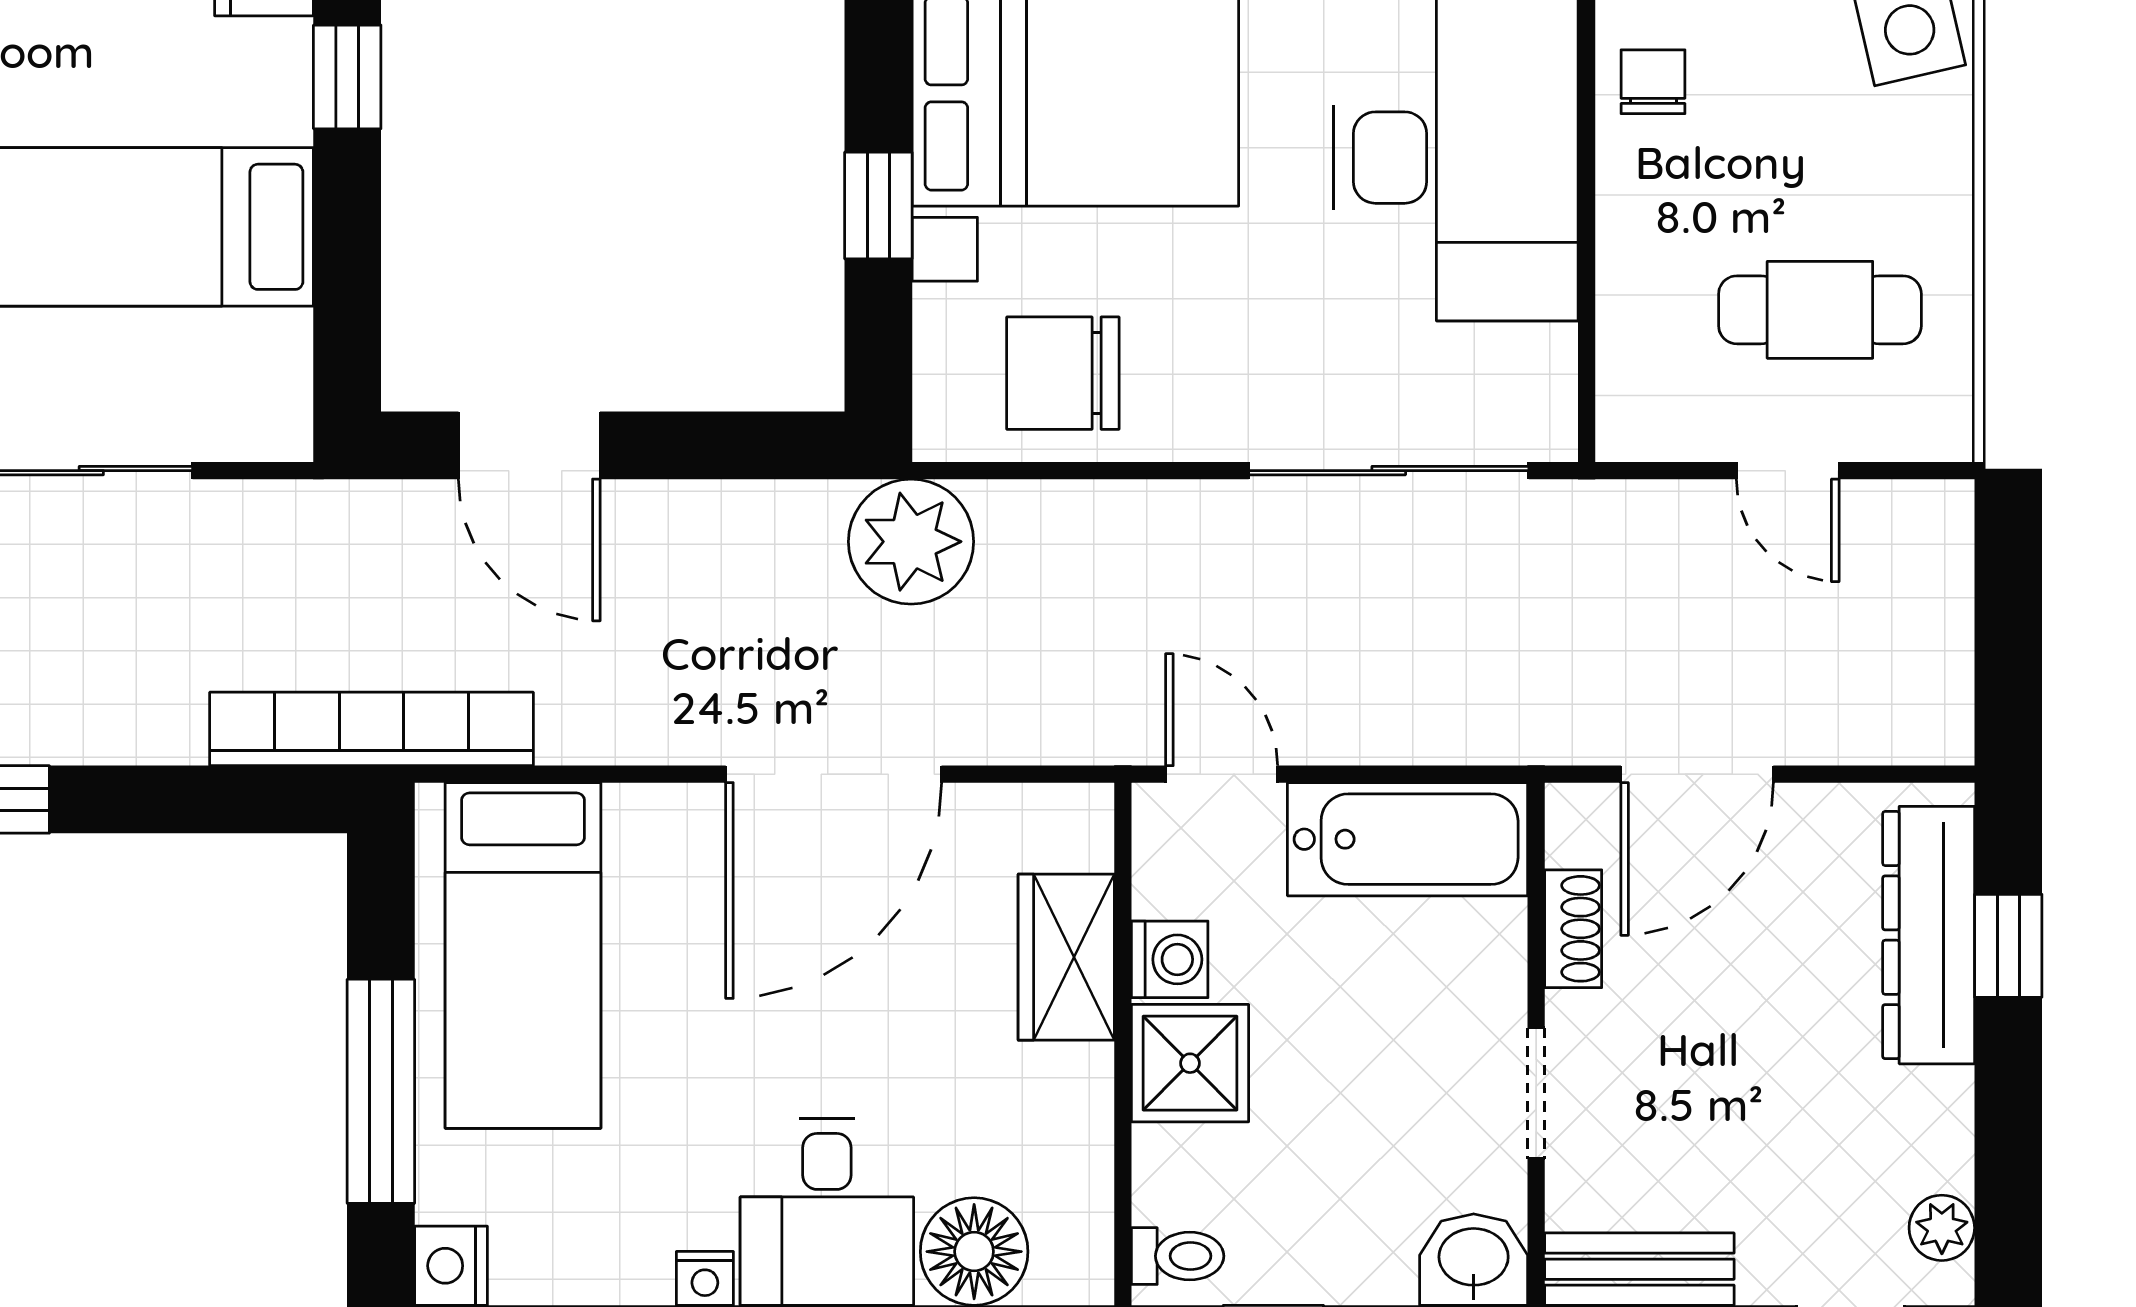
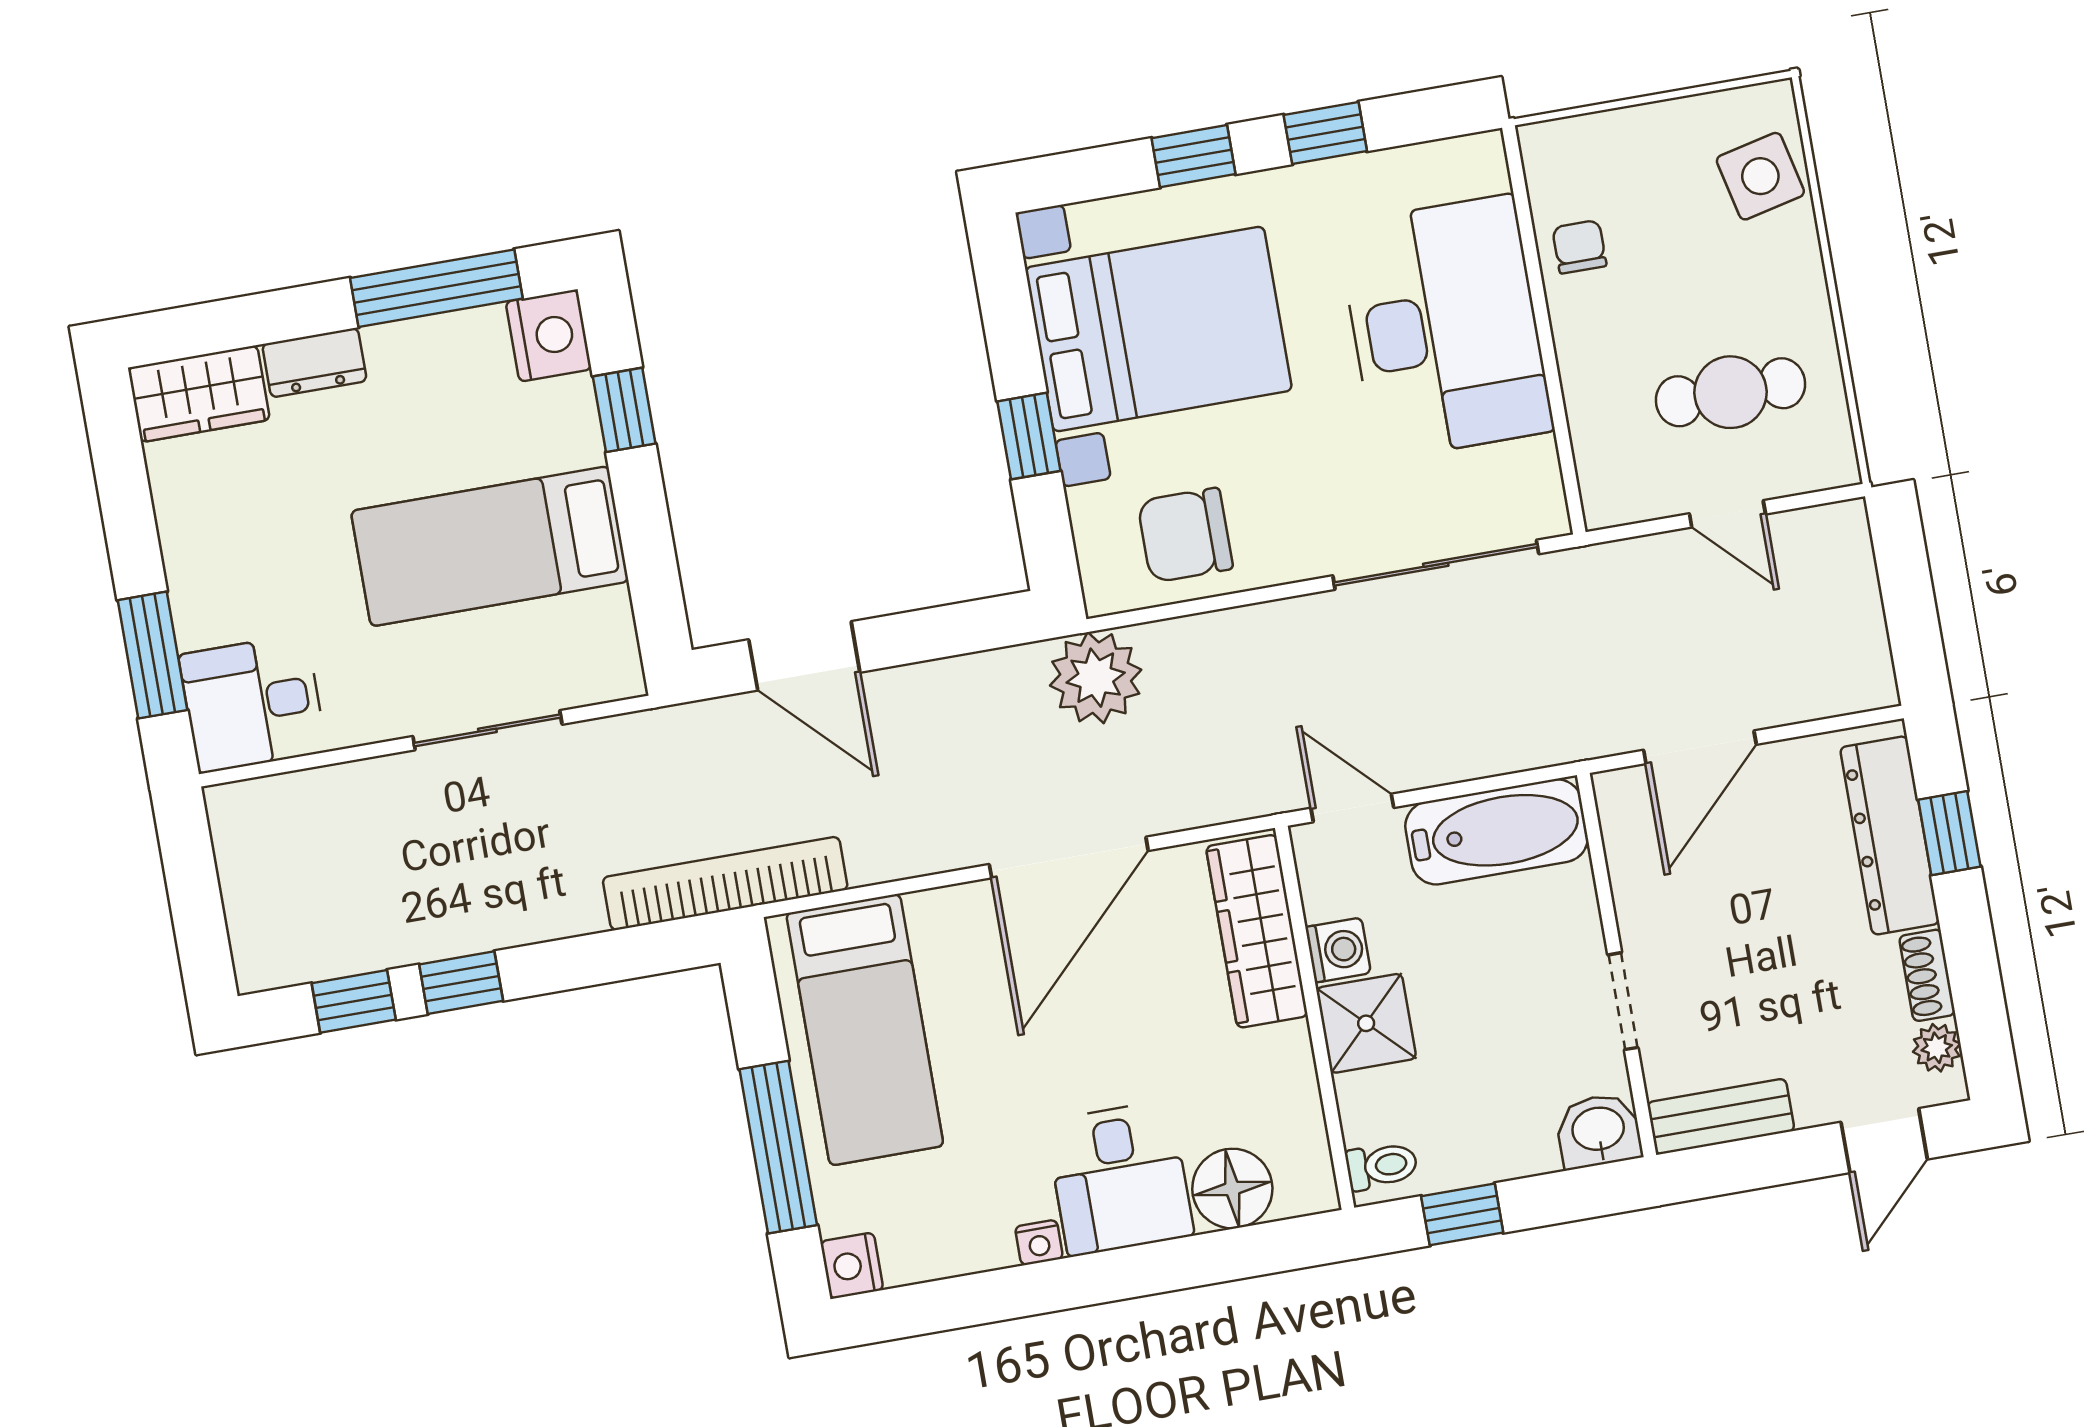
shoe rack: (1573, 929) -> (1927, 975), moved, turned 180
wardrobe: (1066, 957) -> (1257, 931), width x1.50

